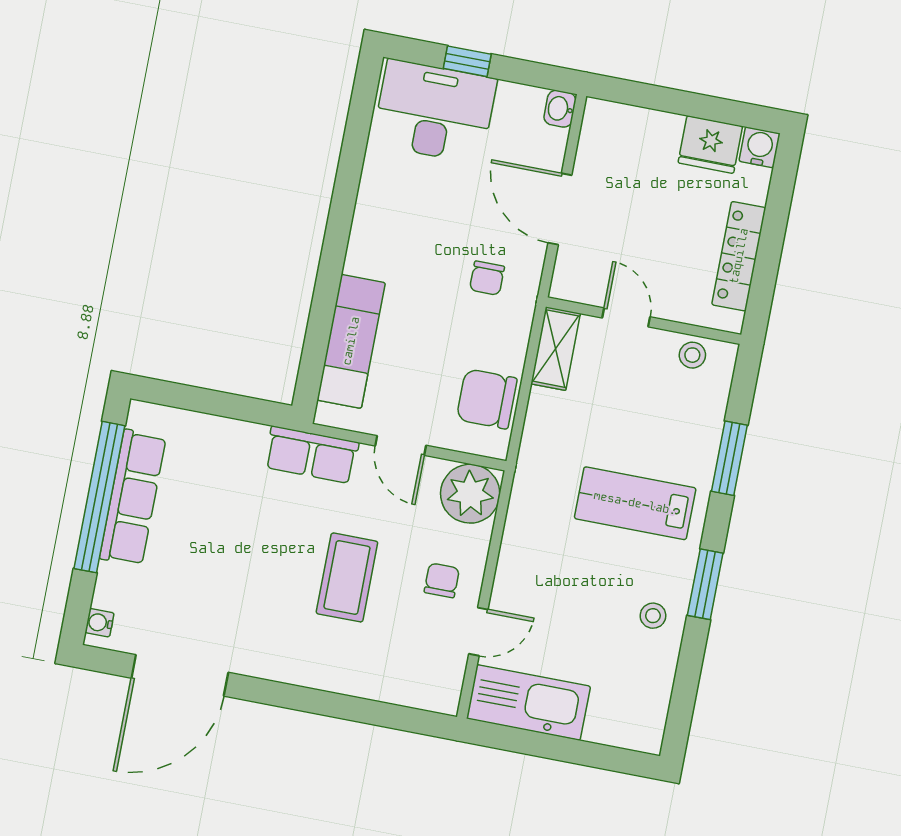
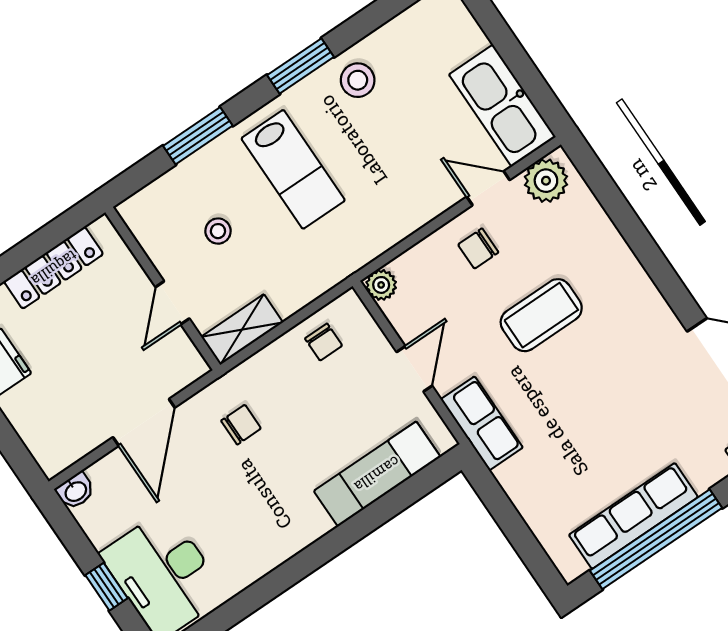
stool: (692, 355) -> (218, 231), moved
chair: (487, 399) -> (324, 342), width x0.54, depth x0.54
plant: (470, 494) -> (381, 285), width x0.53, depth x0.53
stool: (653, 616) -> (358, 80), width x1.37, depth x1.37
plant: (442, 679) -> (546, 181), added

